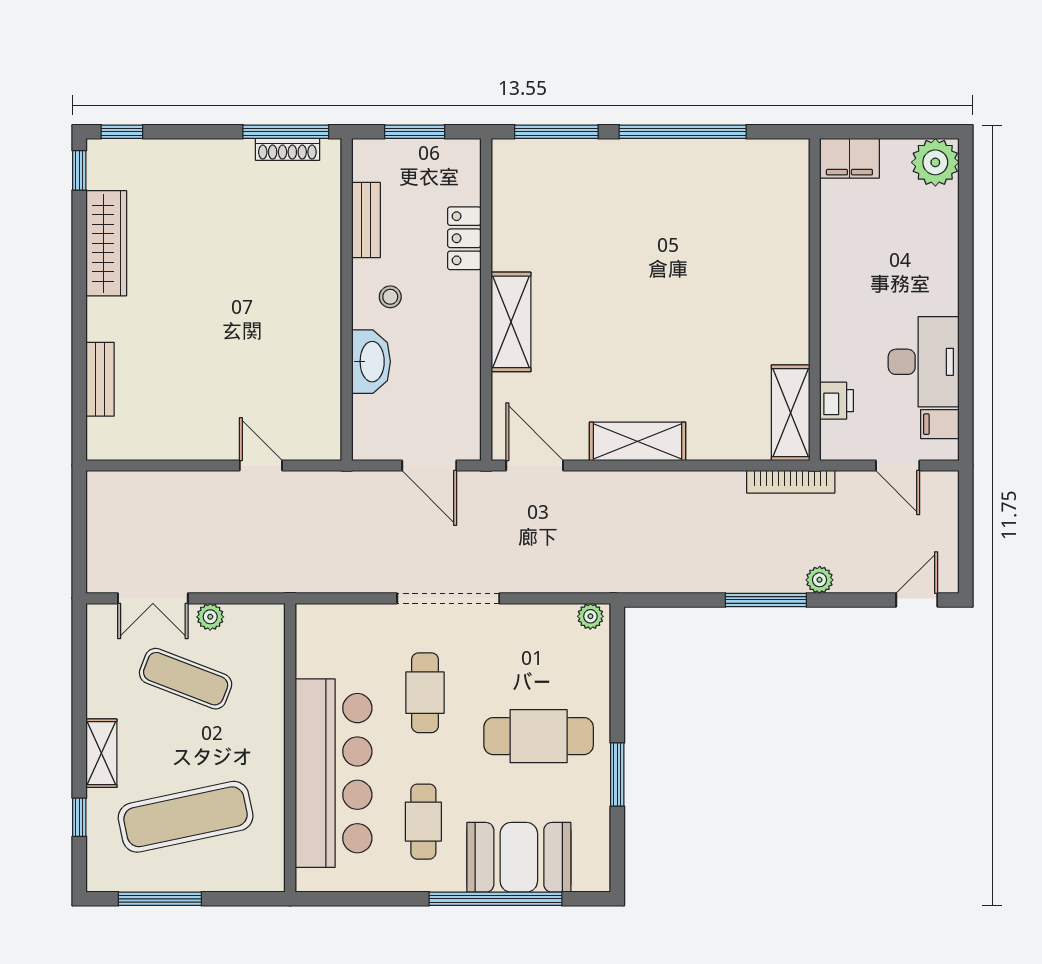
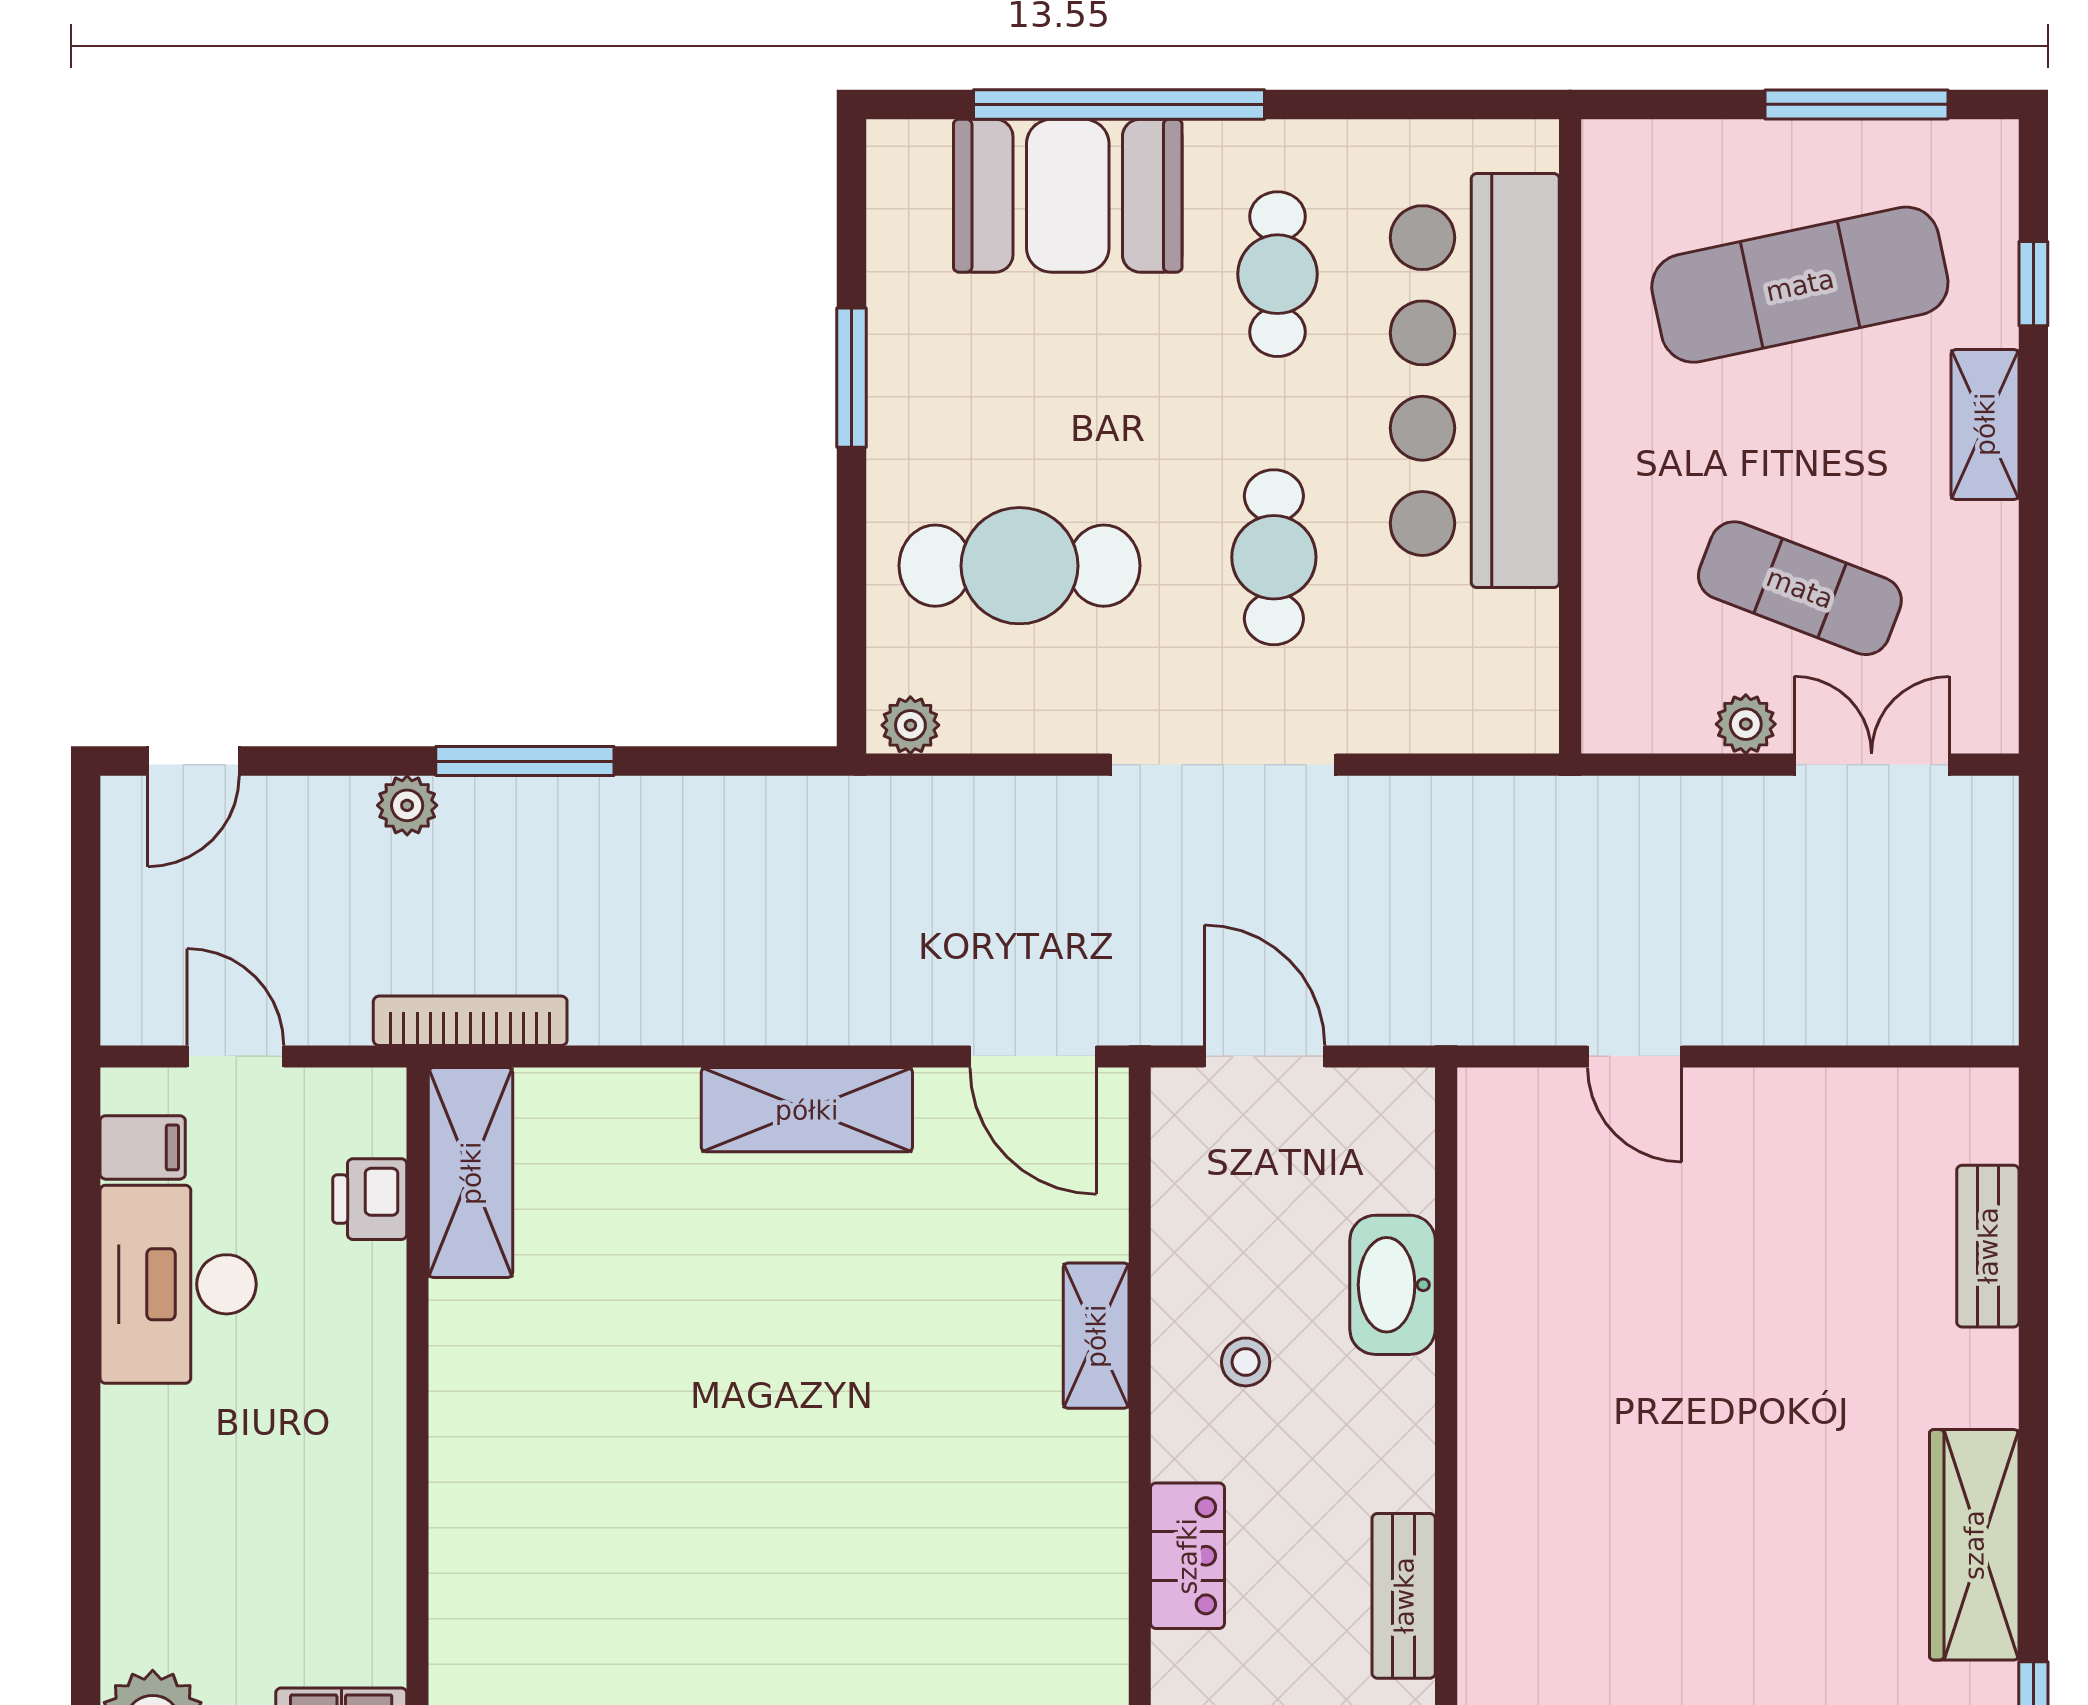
stool: (390, 297) -> (1246, 1362), moved
shelving: (511, 322) -> (1096, 1336), width x0.67, depth x0.75
cafe table: (539, 736) -> (1019, 566), moved

